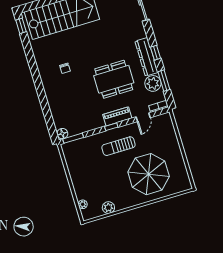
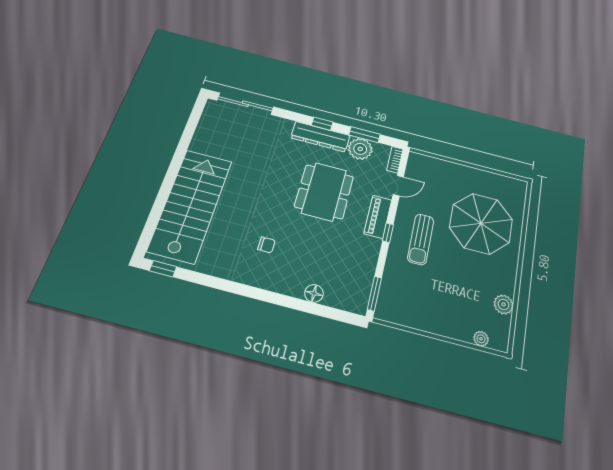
door: (143, 117) -> (398, 186), hinge flipped
floor lamp: (62, 134) -> (314, 293), moved

